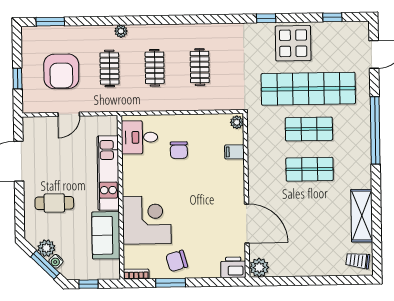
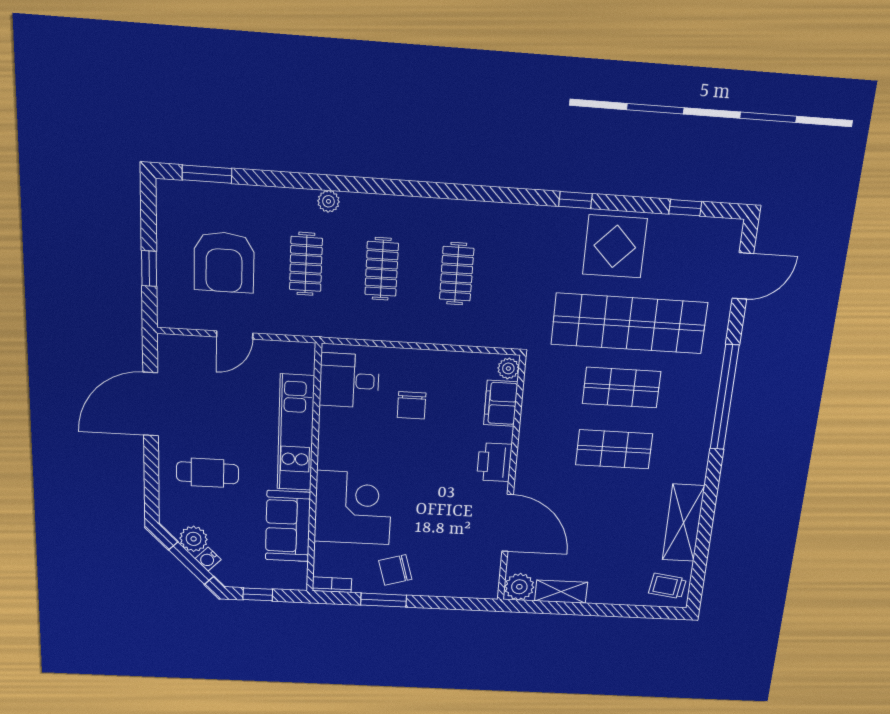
filing cabinet: (234, 152) -> (501, 403), width x2.00
printer: (233, 267) -> (494, 462), moved, turned -90
shelving: (287, 269) -> (561, 592), added

